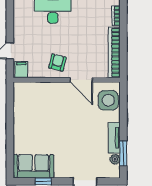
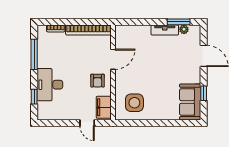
armchair: (57, 63) -> (98, 81), turned -104
filing cabinet: (21, 70) -> (104, 107), width x2.00
side table: (108, 100) -> (134, 103), moved

